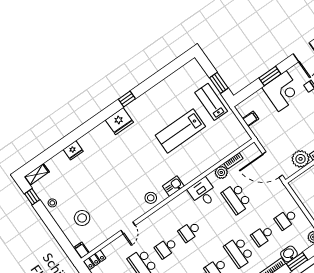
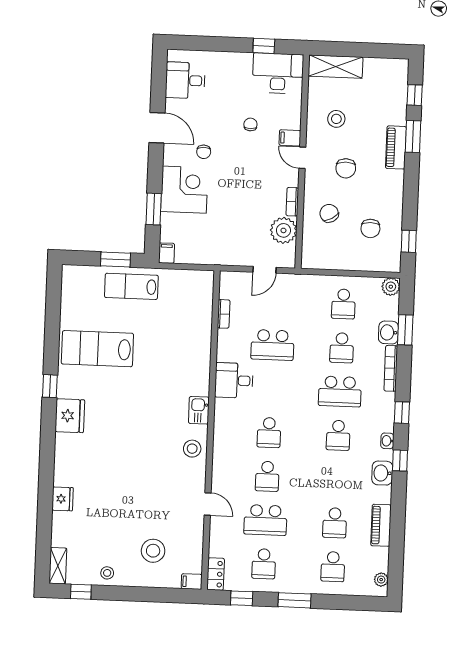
window: (270, 76) -> (154, 209), moved
filing cabinet: (251, 119) -> (167, 253), moved
lab bench: (180, 131) -> (97, 349), moved, turned 90
door: (272, 165) -> (264, 270), width x0.53
plant: (221, 172) -> (227, 339), removed

